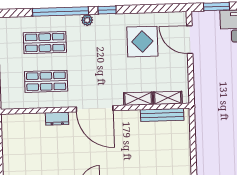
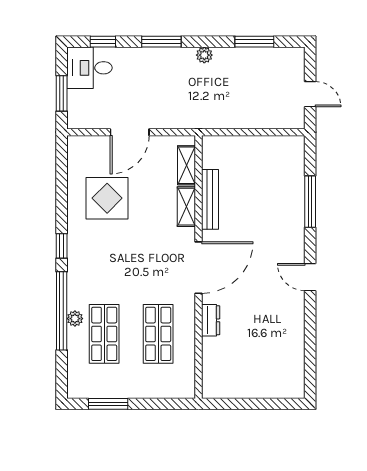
plant: (87, 20) -> (75, 319), moved
door: (190, 40) -> (130, 132), moved
bench: (162, 115) -> (210, 199), moved

